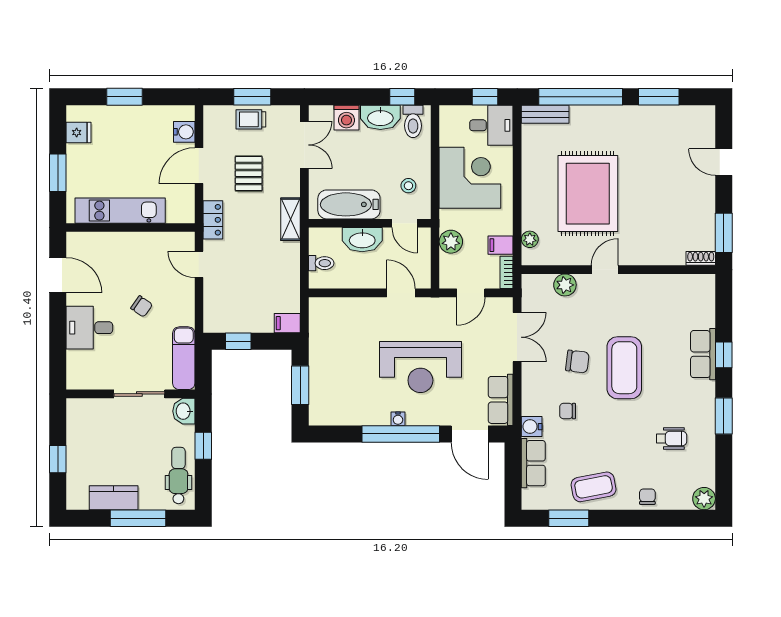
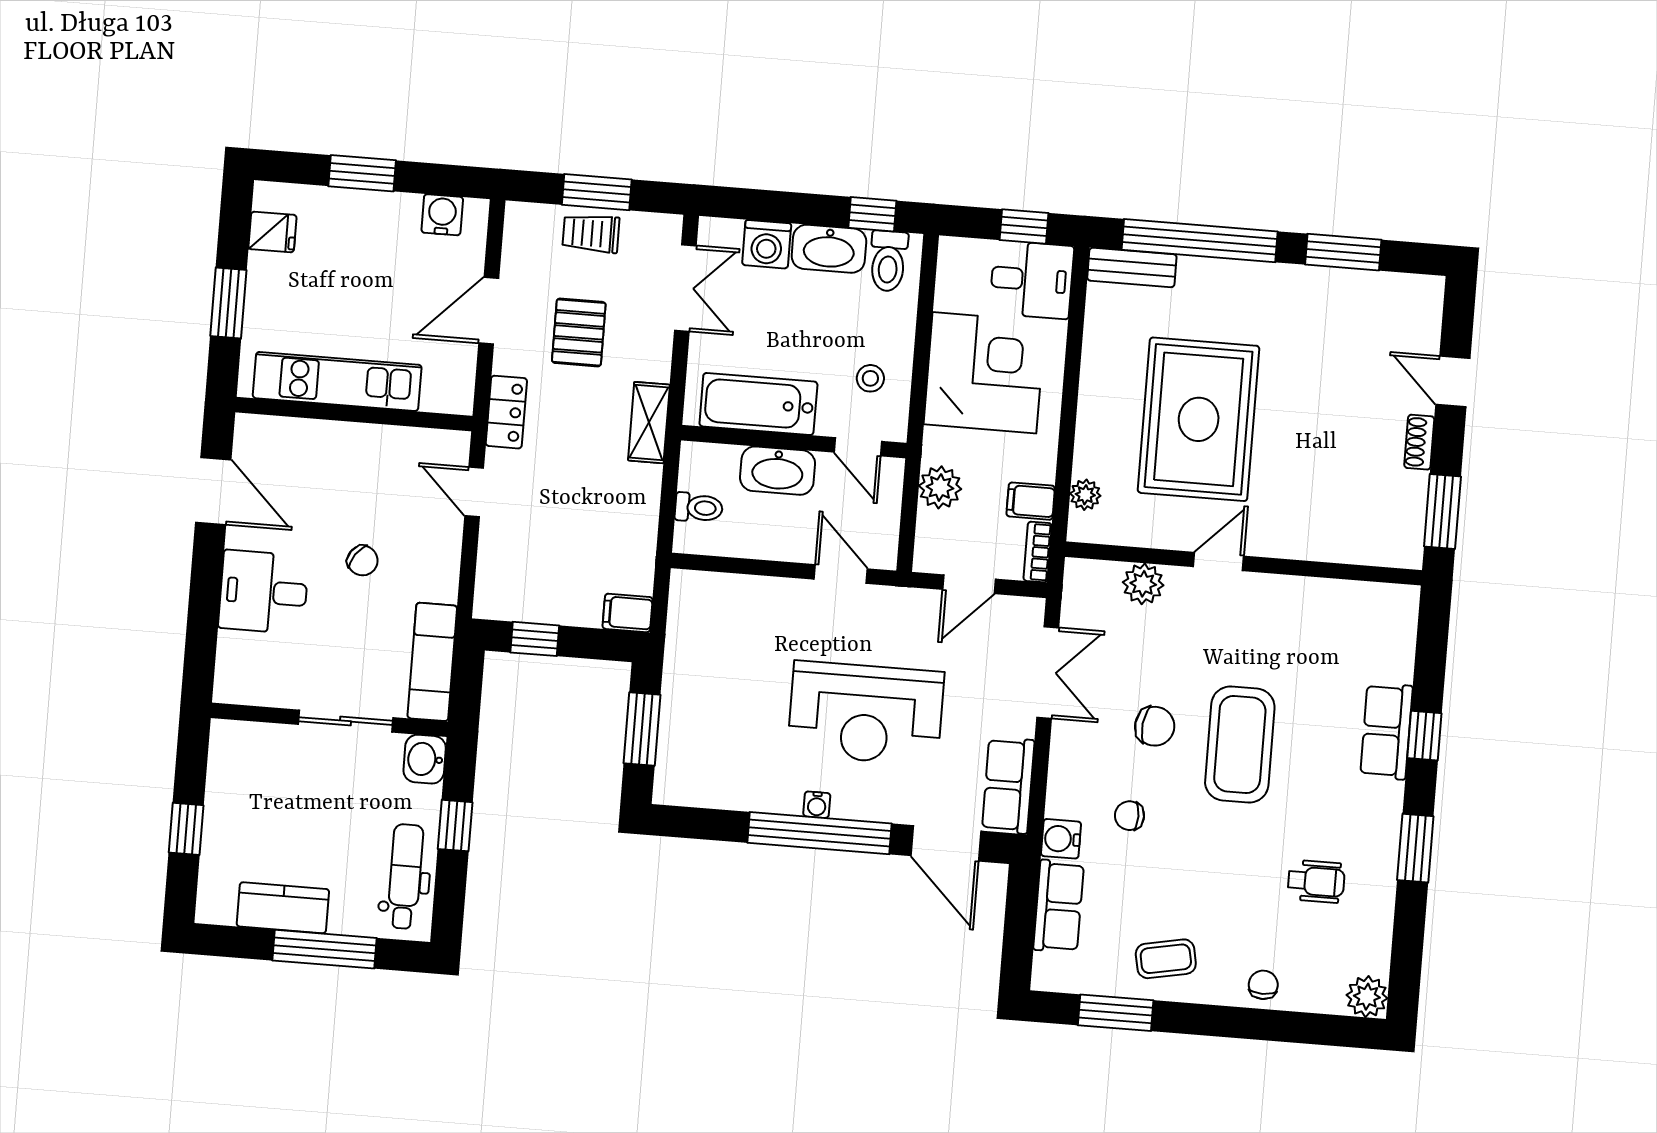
water cooler: (184, 132) -> (442, 215), moved, turned -90
shoe rack: (701, 258) -> (1419, 442), moved, turned -90
coffee table: (594, 487) -> (1166, 959), width x0.73, depth x0.77

